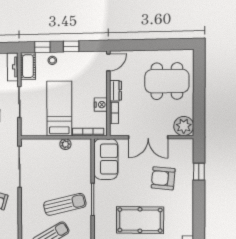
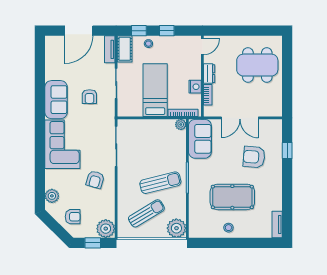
plant: (184, 126) -> (273, 108), removed
plant: (65, 144) -> (181, 125), moved

